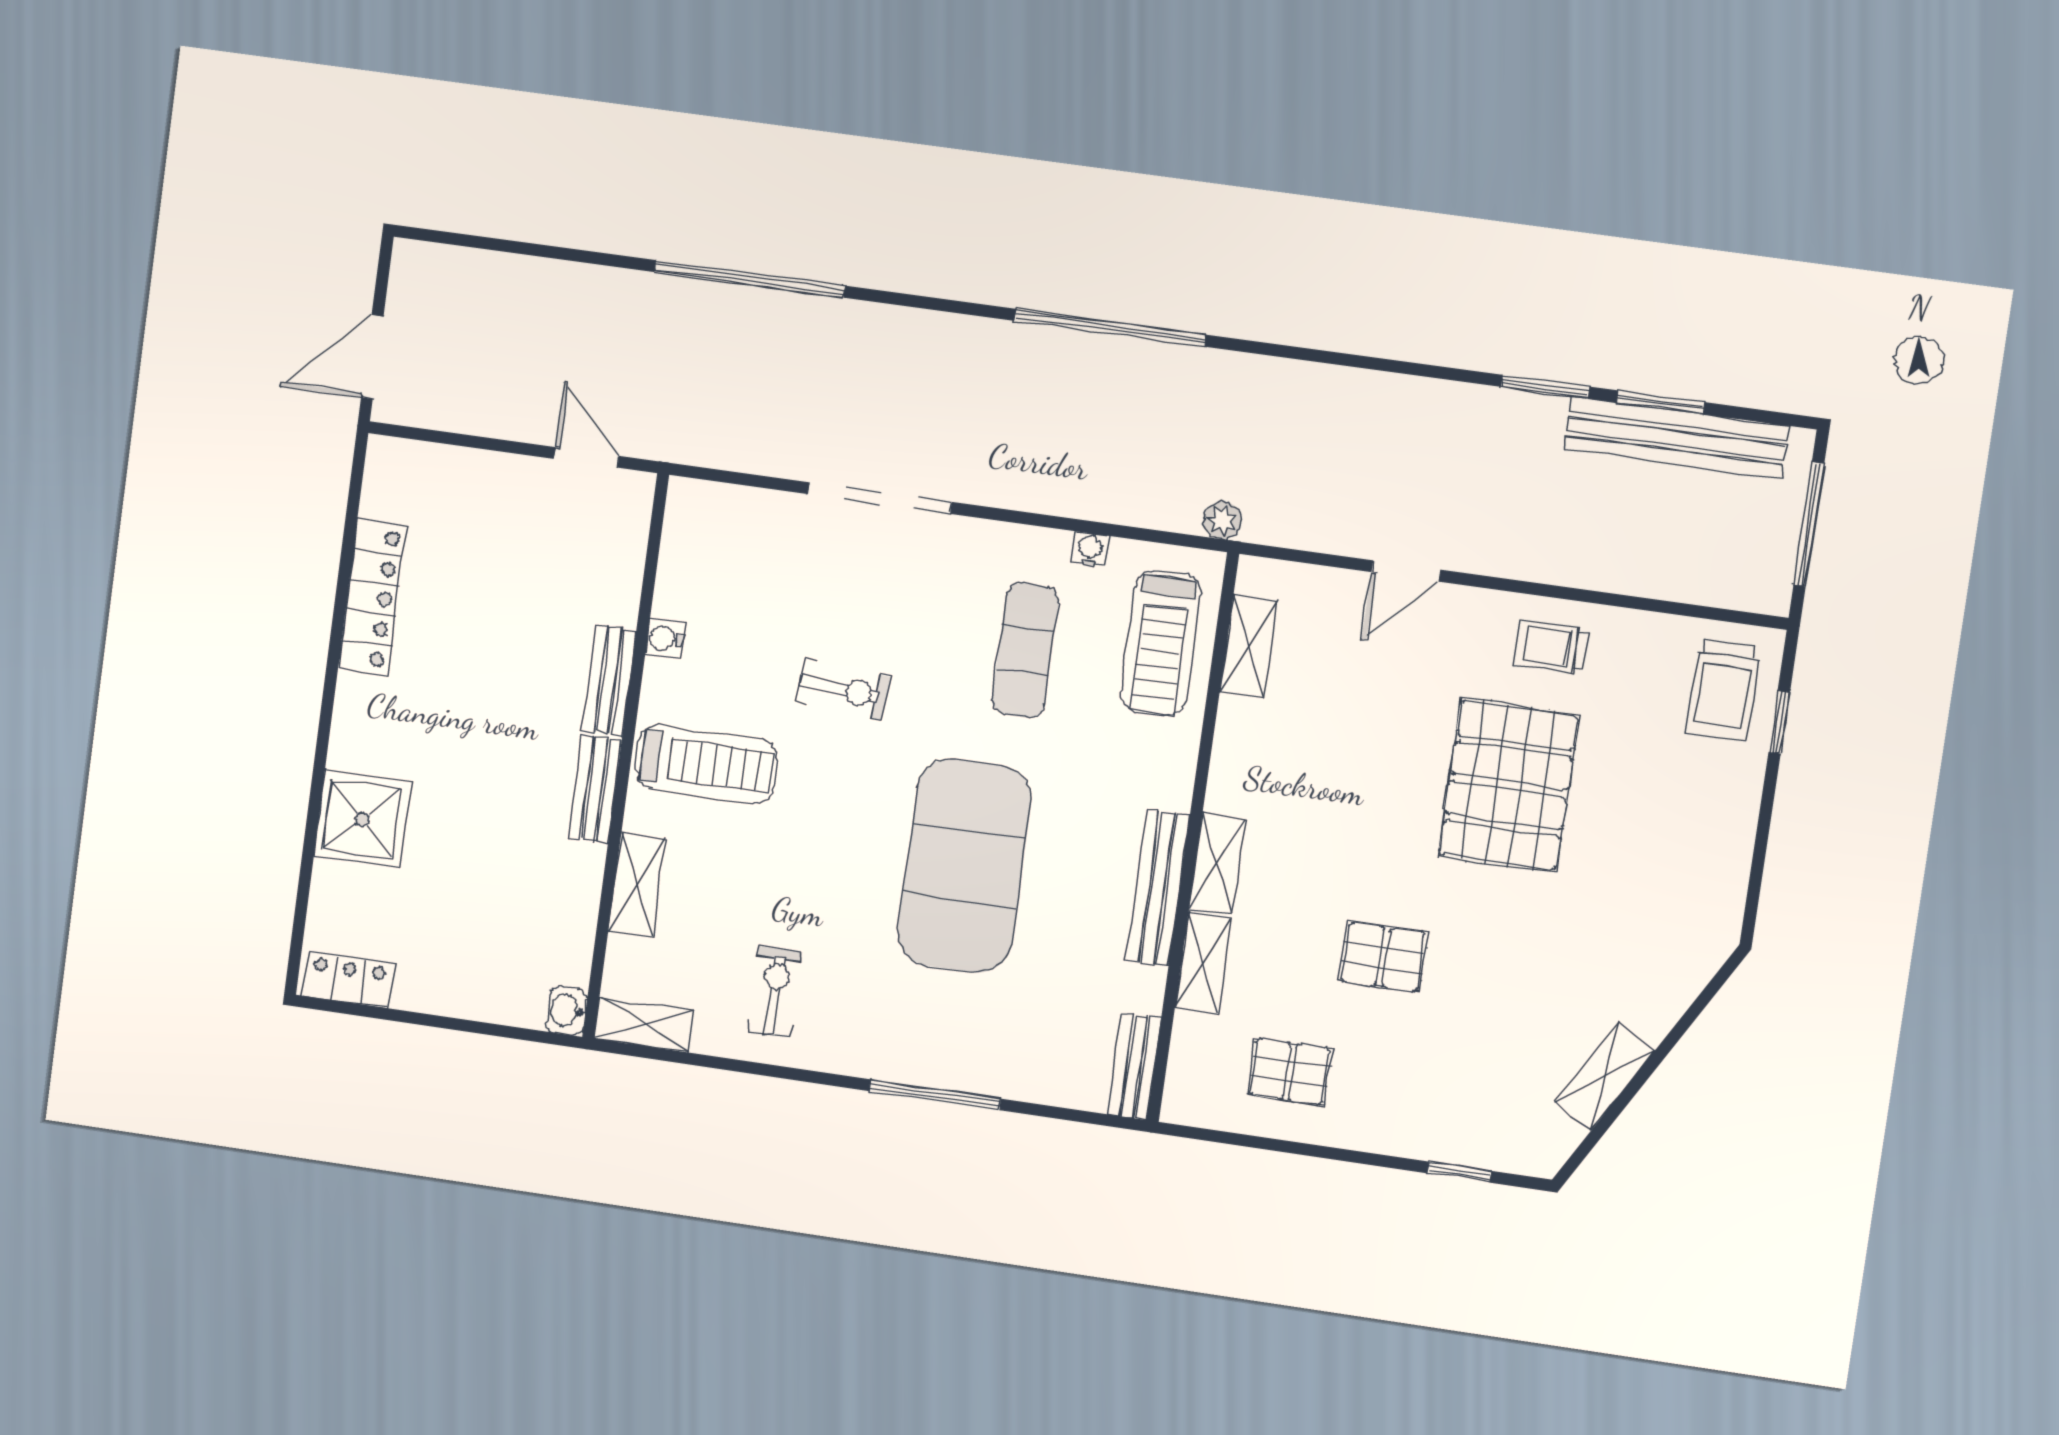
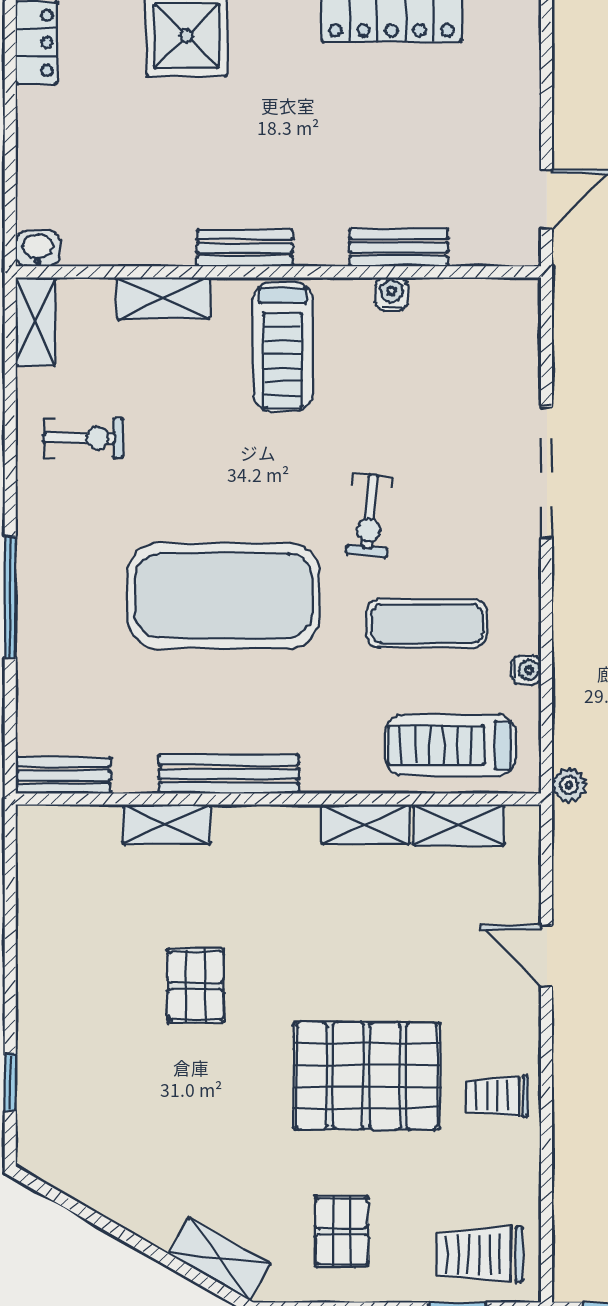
trolley: (1552, 647) -> (497, 1096), turned -90
bench: (609, 681) -> (399, 248), moved
exercise bike: (843, 689) -> (370, 516), moved
shelving: (1217, 864) -> (366, 824), moved
pallet: (1290, 1072) -> (342, 1231), moved
shelving: (1604, 1076) -> (219, 1259), moved

